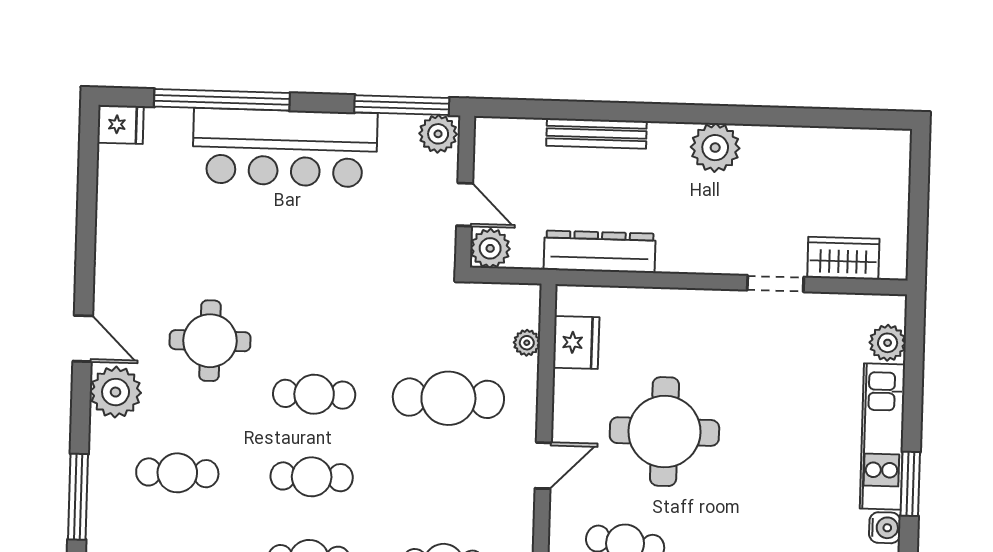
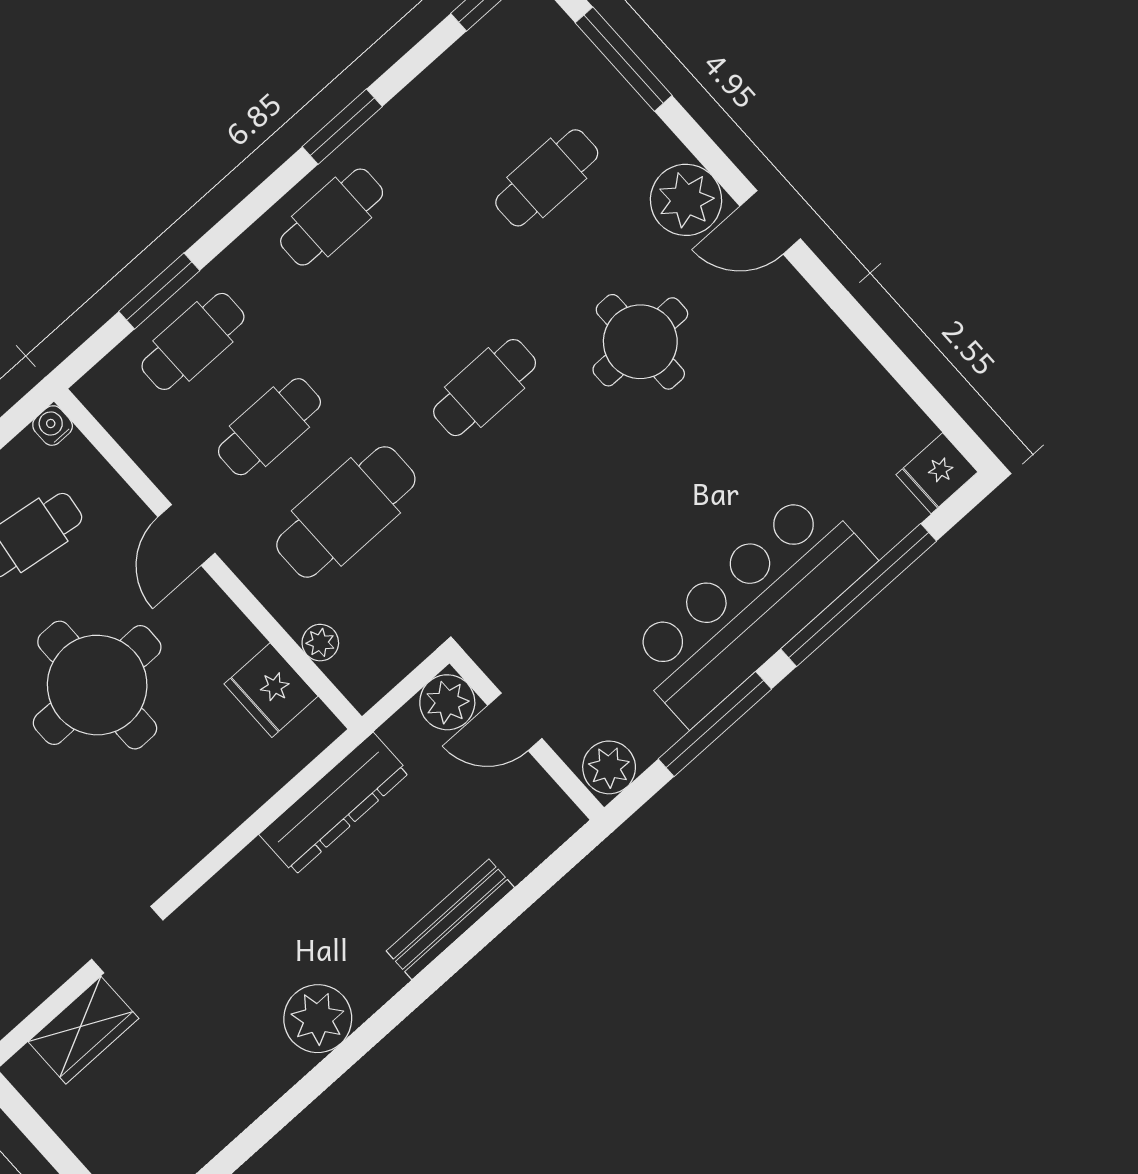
window: (402, 105) -> (715, 724), moved
cafe table: (312, 477) -> (269, 427), moved

